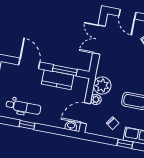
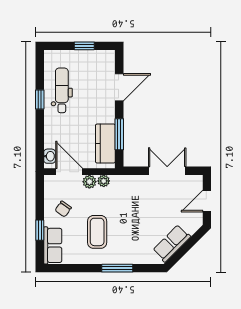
kitchen counter: (58, 80) -> (105, 144), moved
plant: (102, 85) -> (104, 181), width x0.53, depth x0.53
dental chair: (23, 107) -> (62, 90), turned 180

